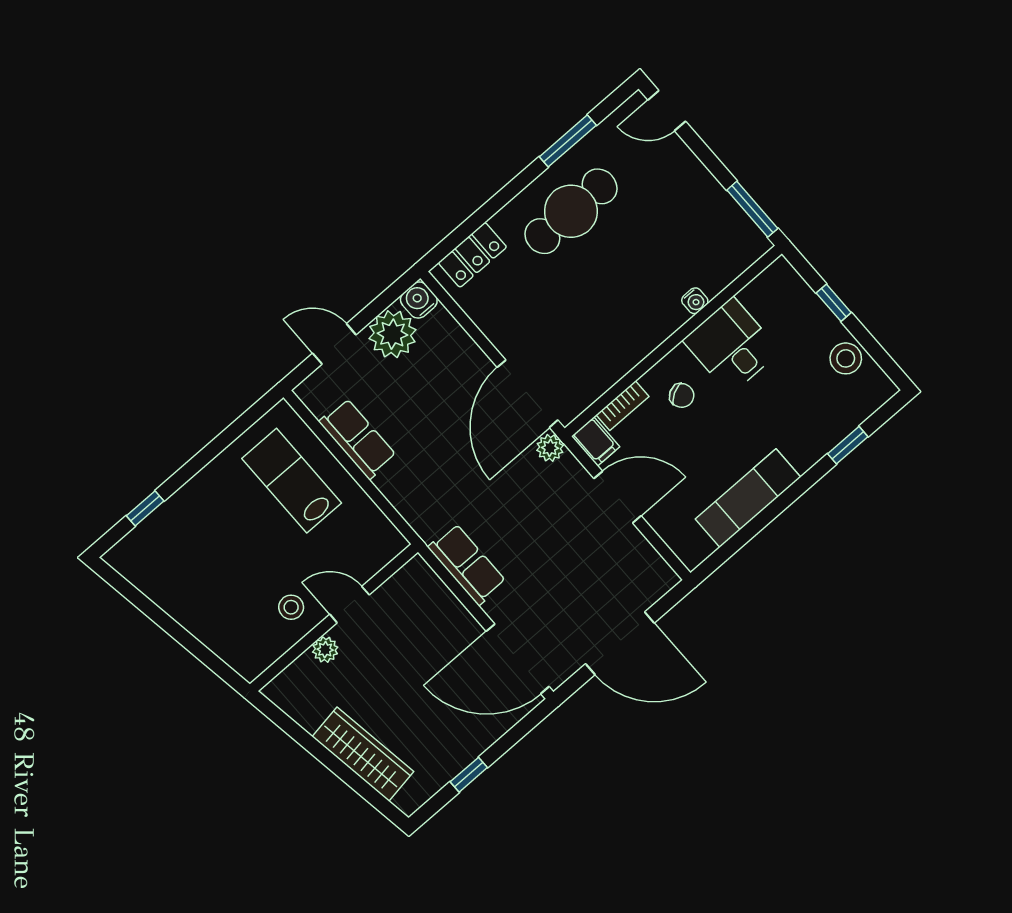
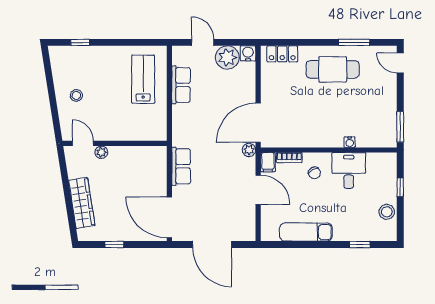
door: (349, 605) -> (83, 143), moved
stool: (291, 607) -> (76, 95), moved

